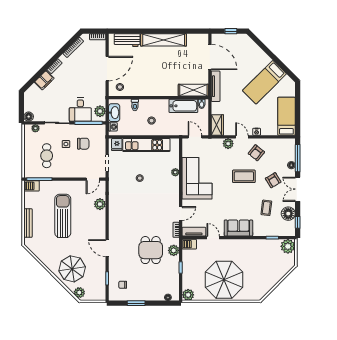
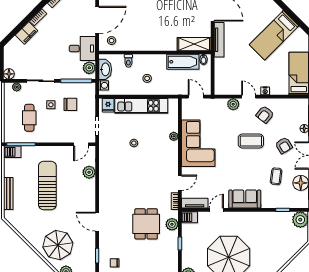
desk: (80, 110) -> (82, 49), moved, turned -90
wardrobe: (217, 125) -> (221, 83), removed
door: (213, 238) -> (216, 210), hinge flipped

